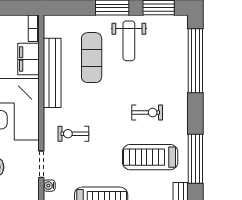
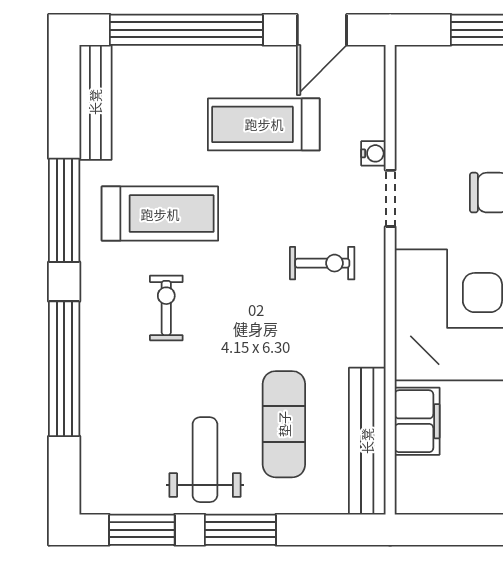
bookcase: (34, 28) -> (406, 486), removed
window: (195, 61) -> (64, 369), moved
bench: (52, 73) -> (367, 441), moved
exercise bike: (147, 113) -> (166, 308), turned 90

